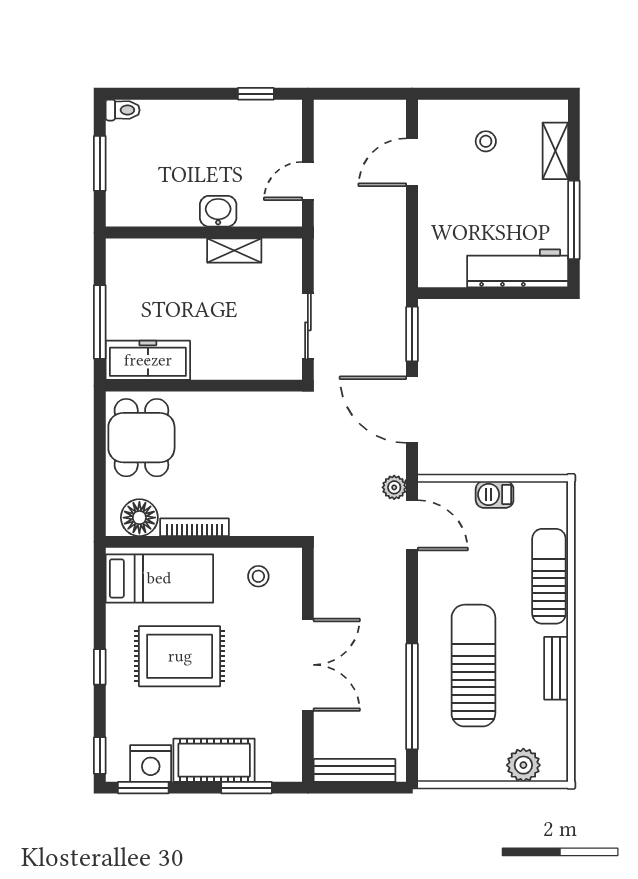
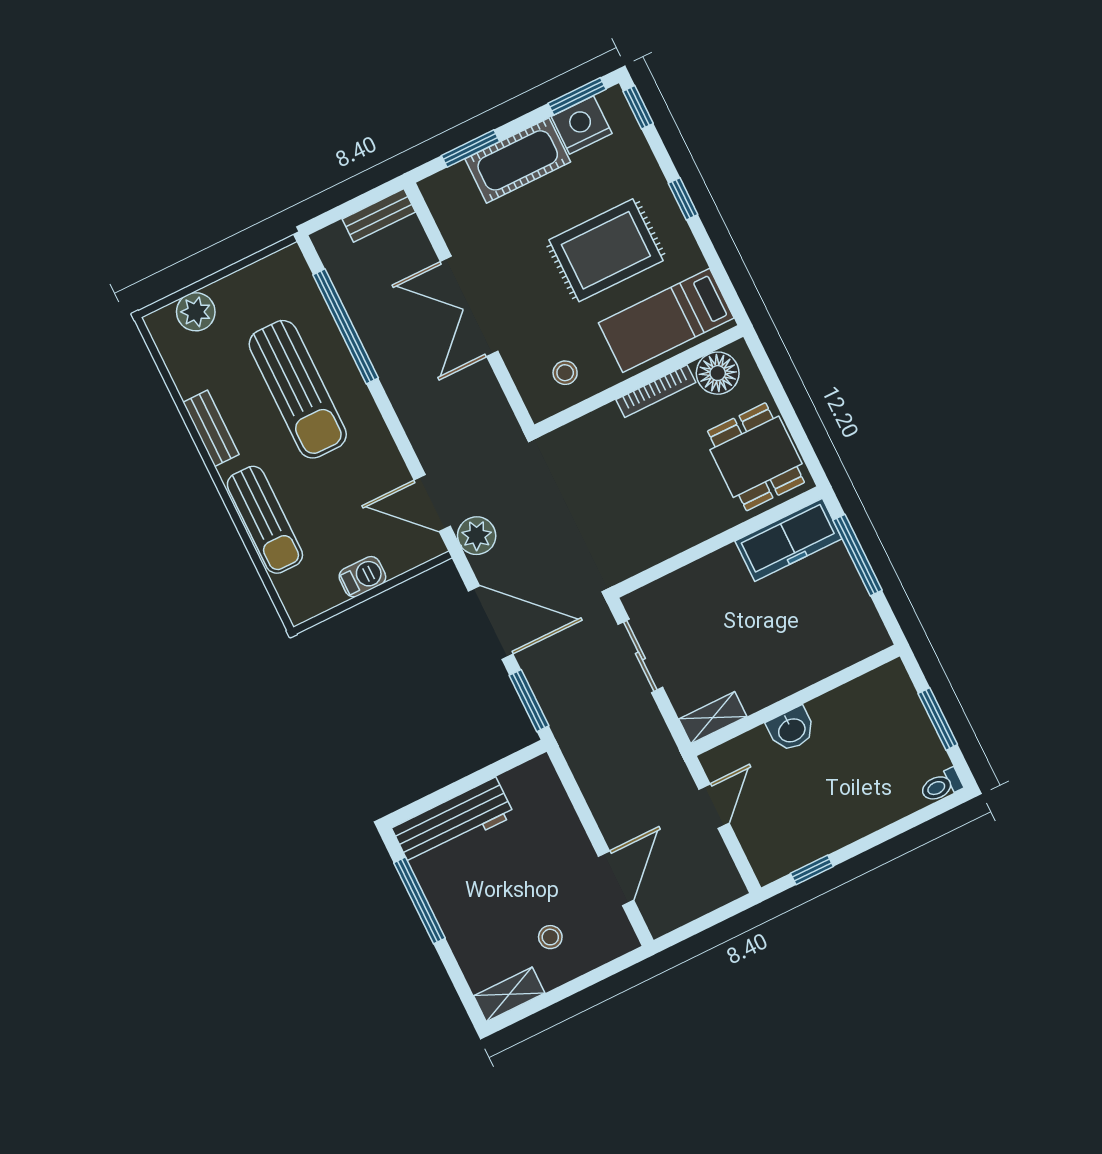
shelving: (555, 151) -> (509, 994), moved, turned 90
shelving: (234, 250) -> (713, 718), moved
plant: (394, 487) -> (477, 536), width x1.38, depth x1.38
bench: (355, 770) -> (379, 215), width x0.73

